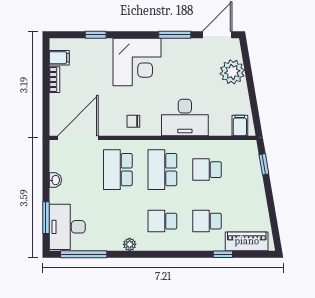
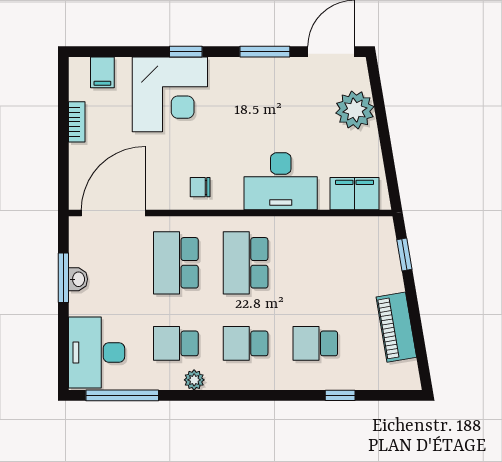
window: (96, 35) -> (186, 52), moved
filing cabinet: (59, 58) -> (102, 72), moved, turned 90
corner desk: (137, 62) -> (170, 94), moved
filing cabinet: (240, 125) -> (354, 194), width x2.00
school desk: (207, 170) -> (176, 343), moved
window: (46, 218) -> (63, 278), moved
piano: (247, 241) -> (396, 327), moved, turned -100

